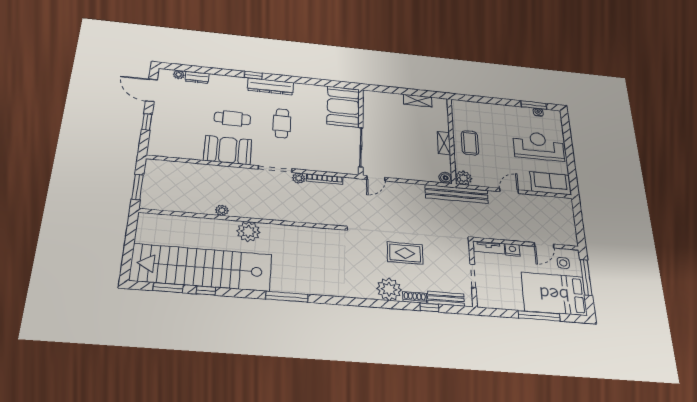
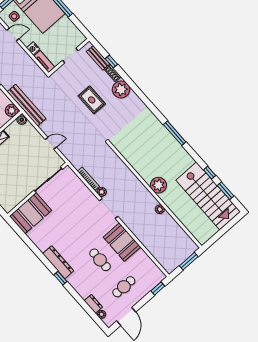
window: (147, 122) -> (158, 288), moved
cafe table: (282, 123) -> (124, 287), moved
door: (376, 178) -> (51, 143), moved
stairs: (201, 267) -> (208, 196), width x0.73

